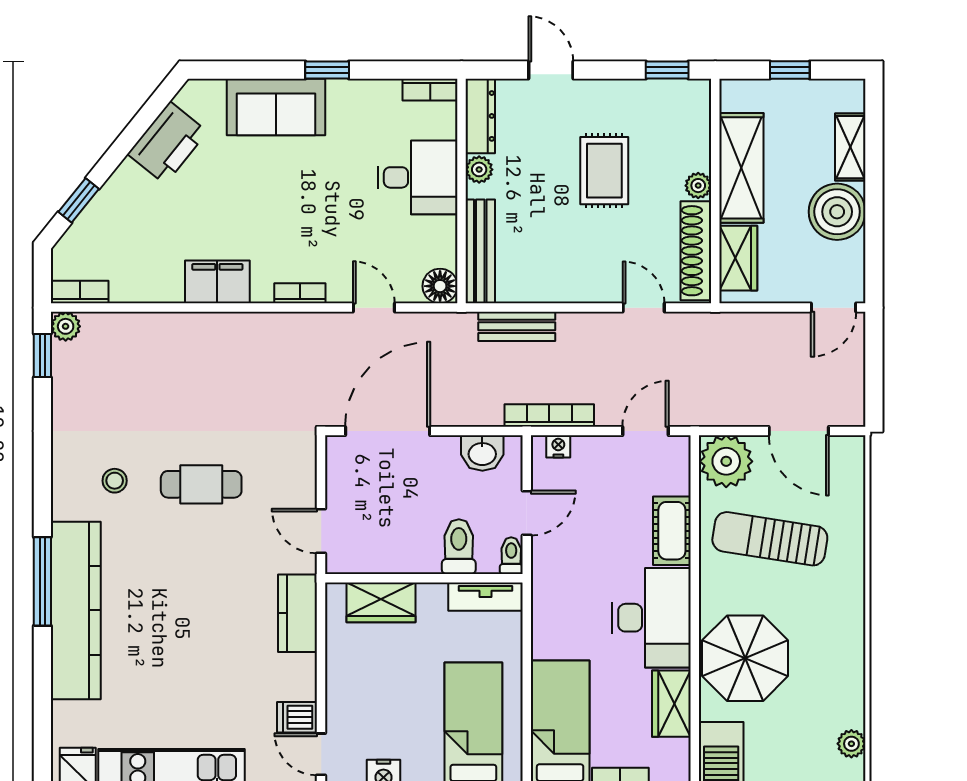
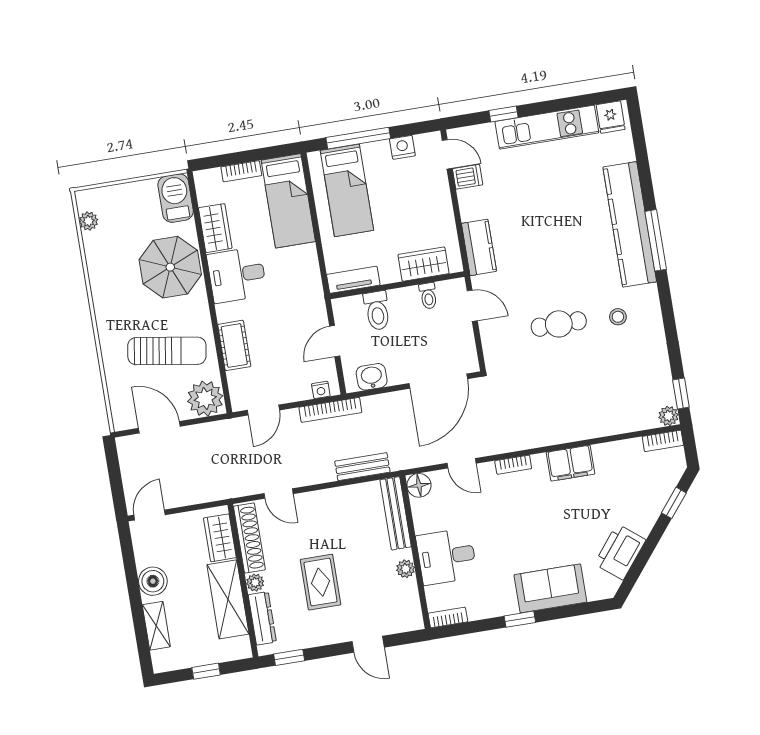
dresser: (480, 116) -> (262, 618), moved, turned 180
boiler: (837, 212) -> (153, 581), width x0.73, depth x0.73
toilet: (511, 556) -> (428, 296), moved
desk: (651, 618) -> (237, 275), width x0.73

